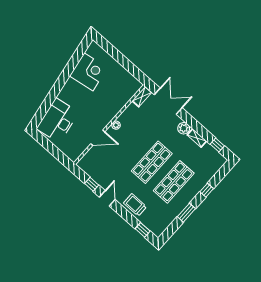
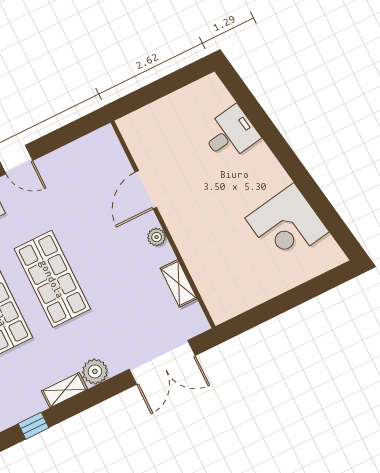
shelving: (142, 97) -> (179, 283), moved
desk: (58, 121) -> (230, 134), width x0.53, depth x0.77
window: (92, 184) -> (57, 139), removed

